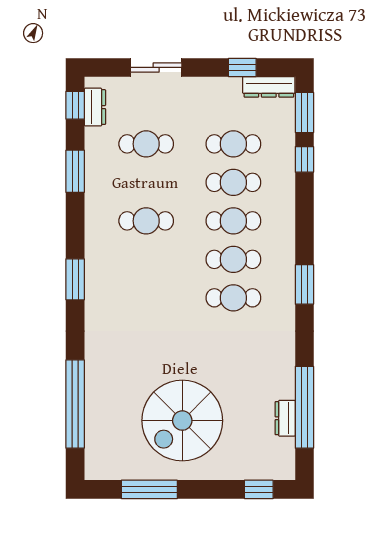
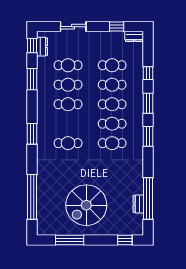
dresser: (269, 87) -> (134, 36), width x0.70
window: (304, 112) -> (148, 103), moved
cafe table: (146, 182) -> (68, 85), added
cafe table: (146, 298) -> (68, 143), added

